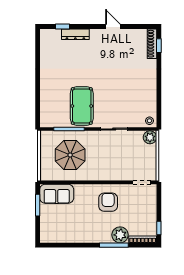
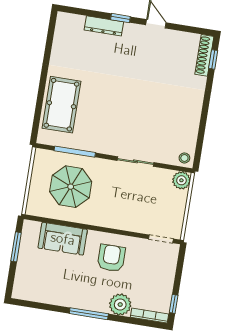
window: (63, 26) -> (120, 18), moved
pool table: (82, 106) -> (61, 105), moved
sofa: (57, 194) -> (63, 239), moved
window: (114, 245) -> (89, 314), moved

